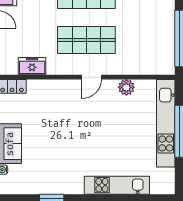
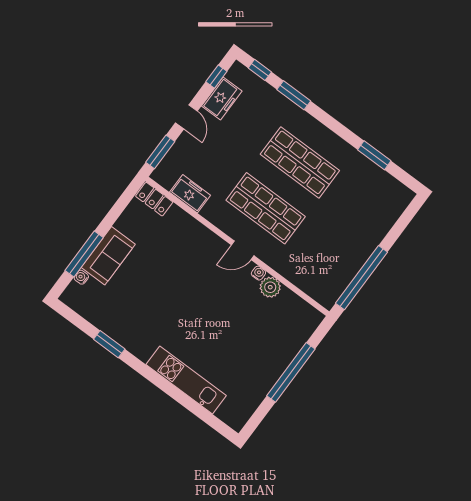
water cooler: (112, 84) -> (258, 273), added
kitchen unit: (166, 123) -> (283, 354), removed

